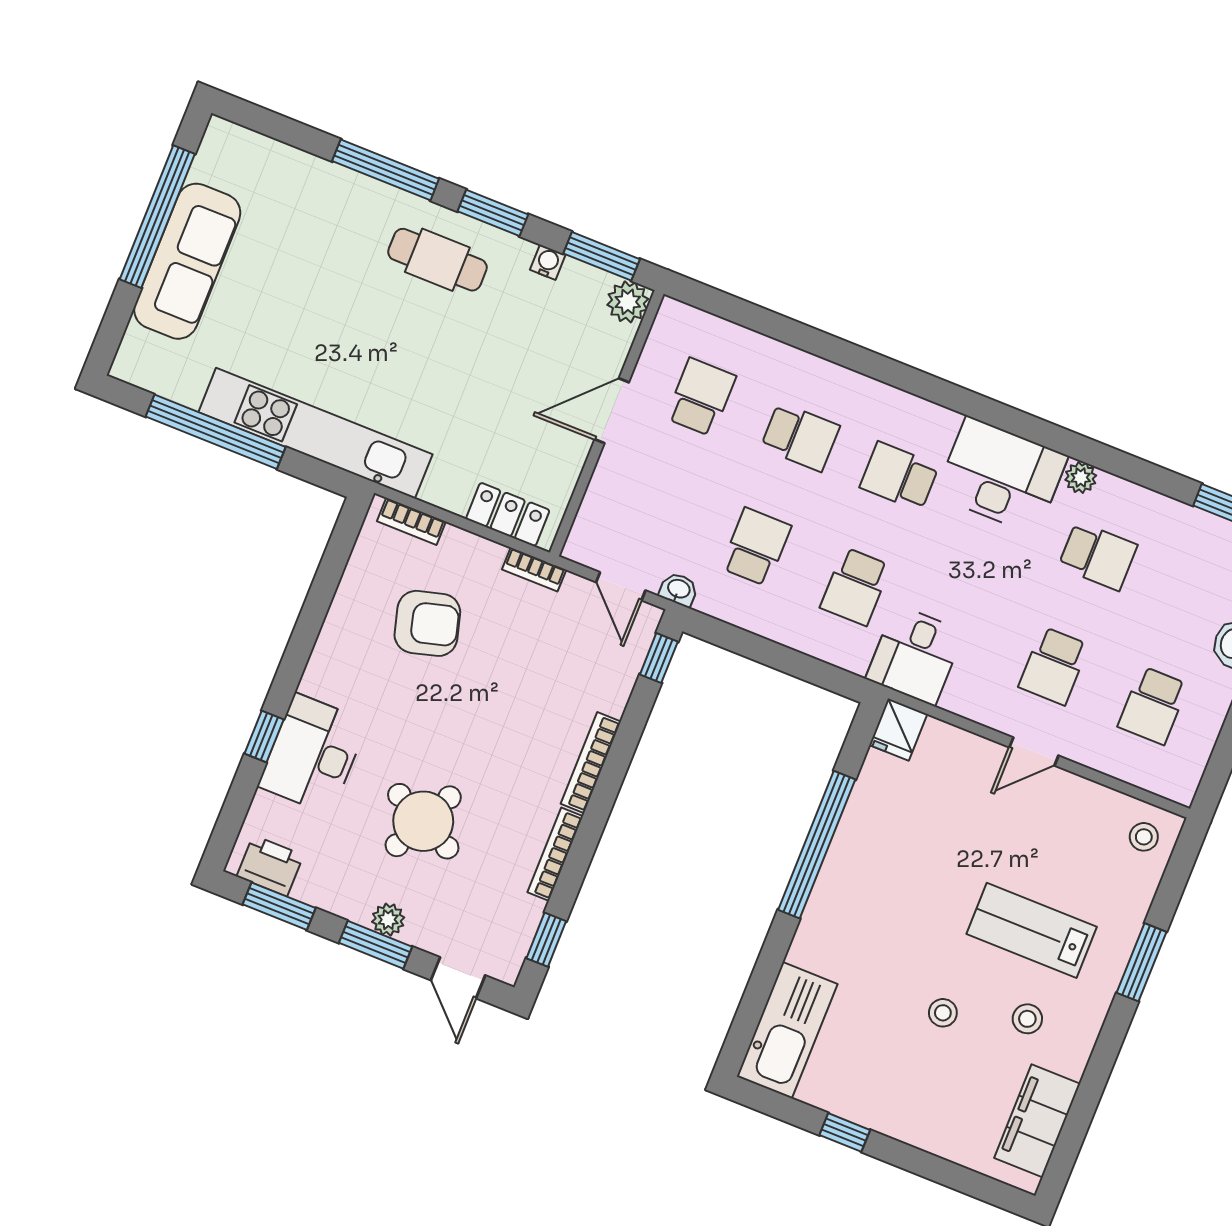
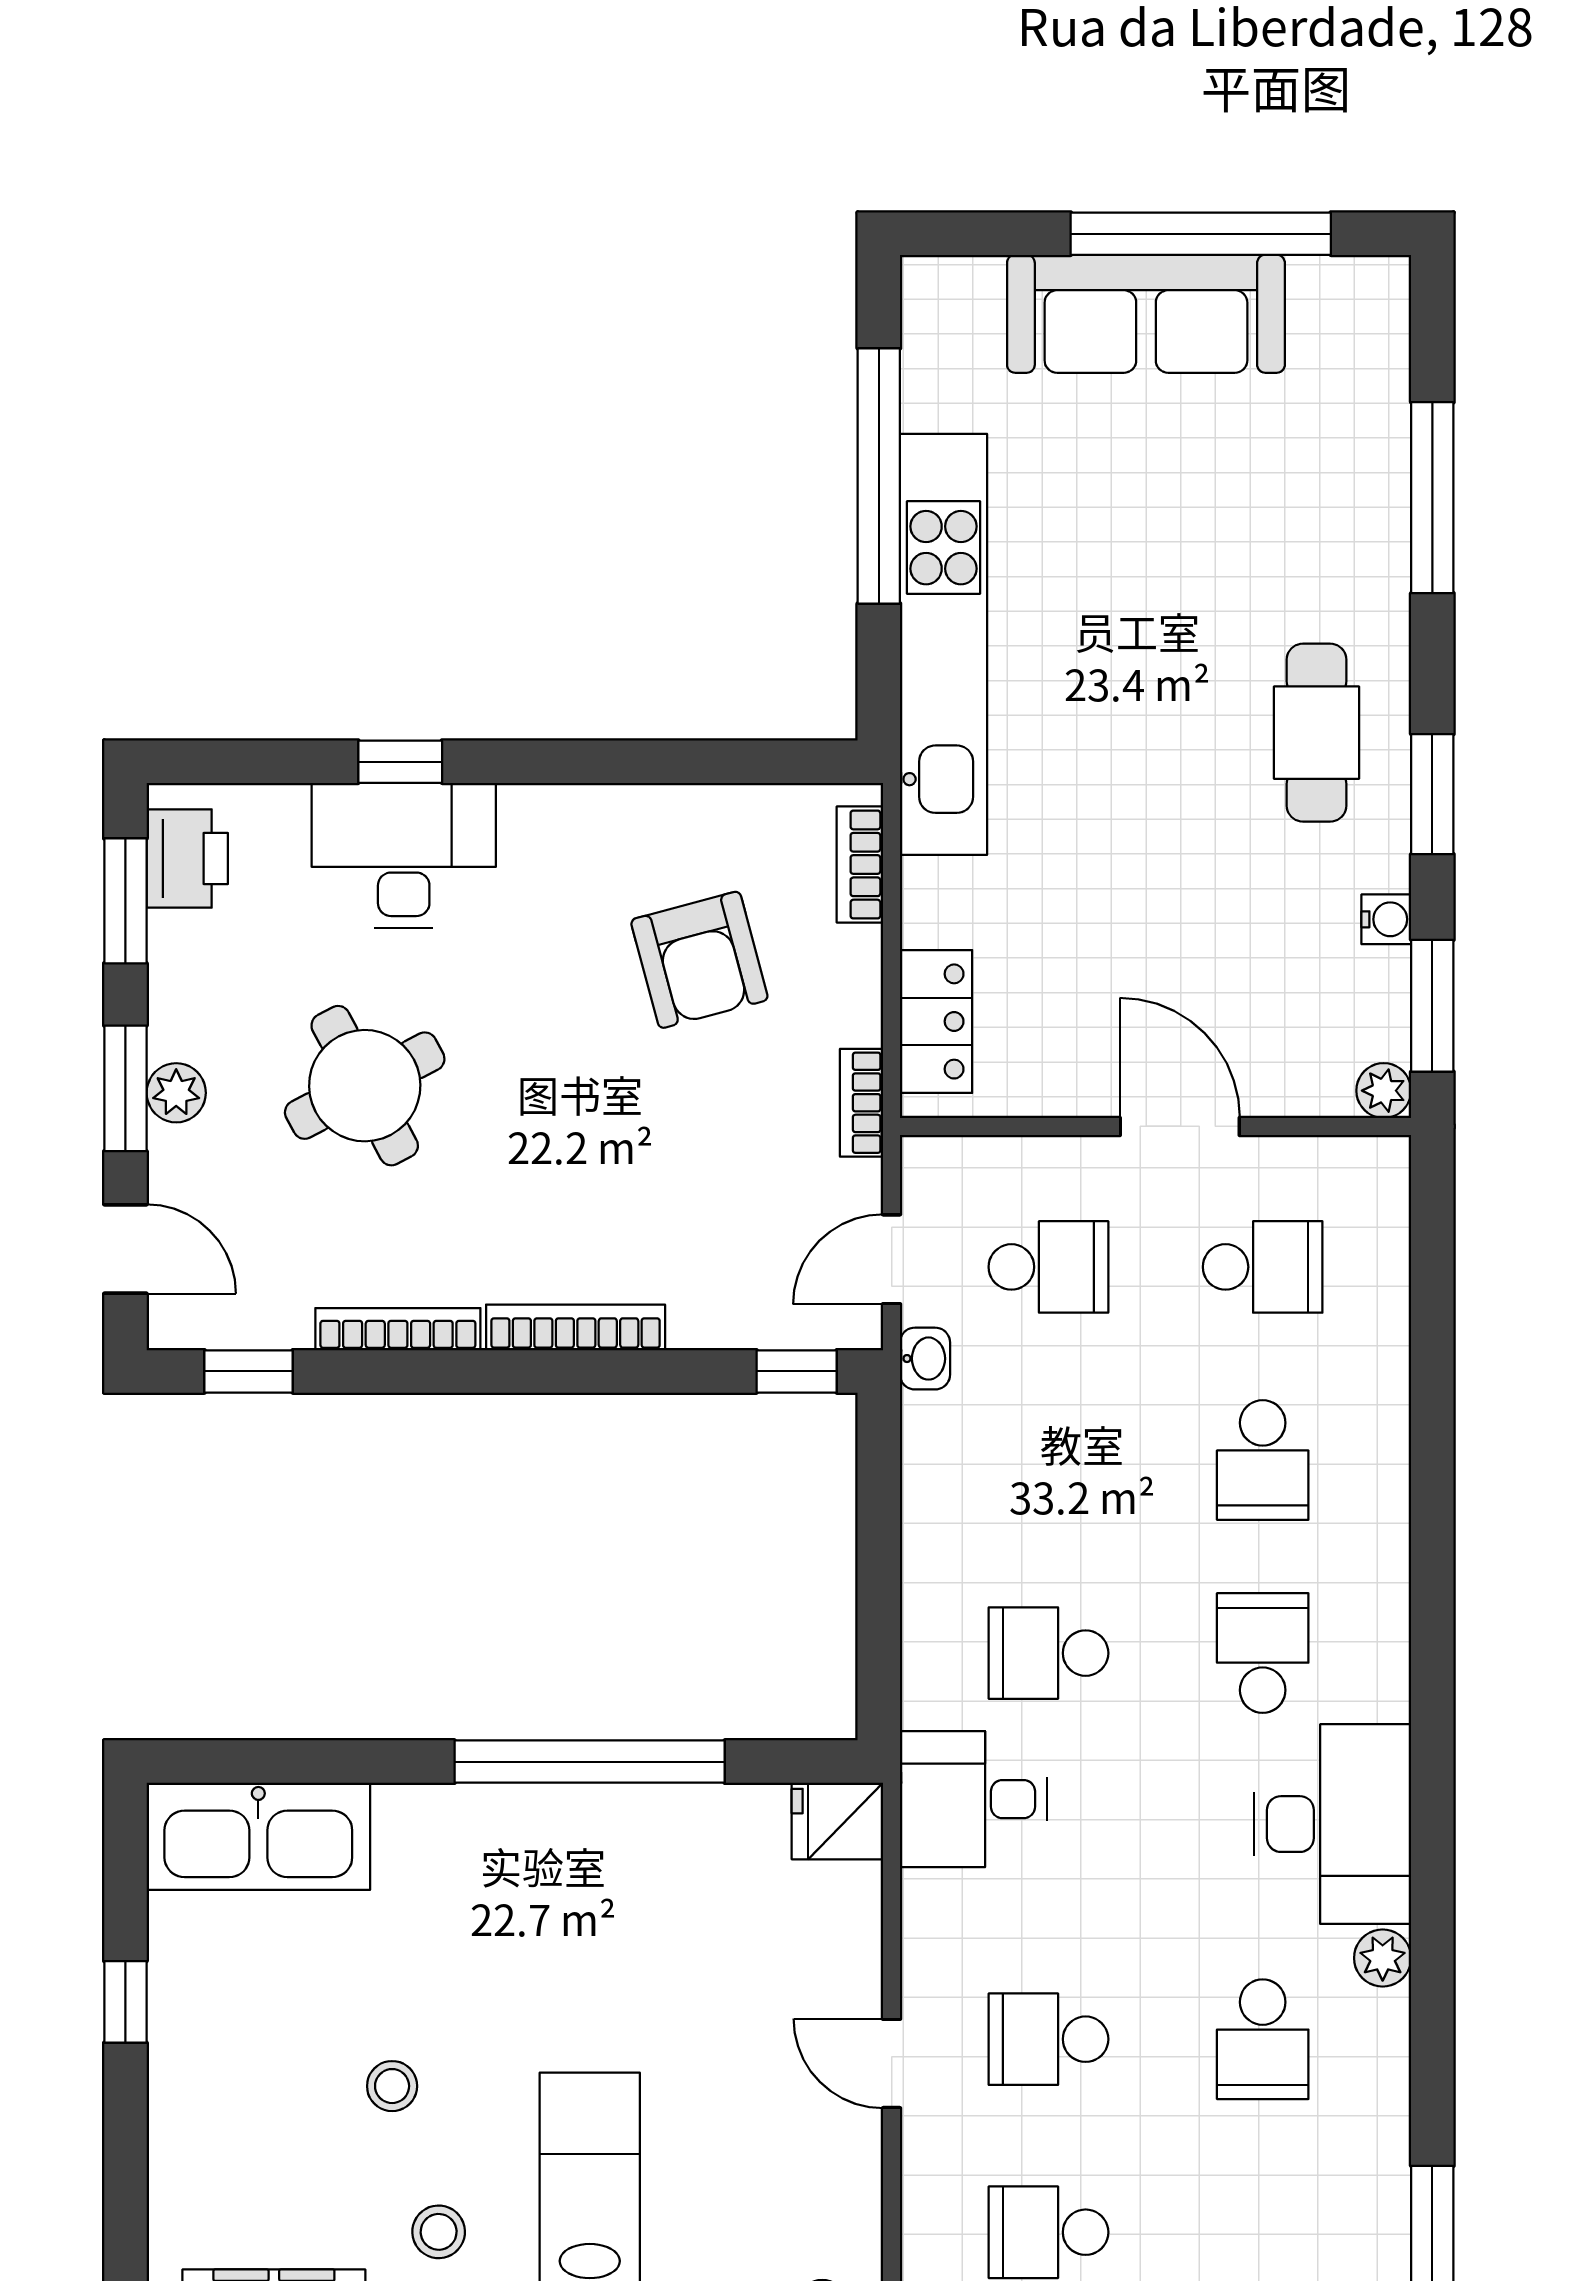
window: (386, 170) -> (1432, 498), moved
plant: (628, 302) -> (1384, 1091), width x0.73, depth x0.73
school desk: (756, 547) -> (1048, 1267), moved
round table: (423, 821) -> (365, 1086), turned 36
door: (458, 978) -> (125, 1249), swing flipped

